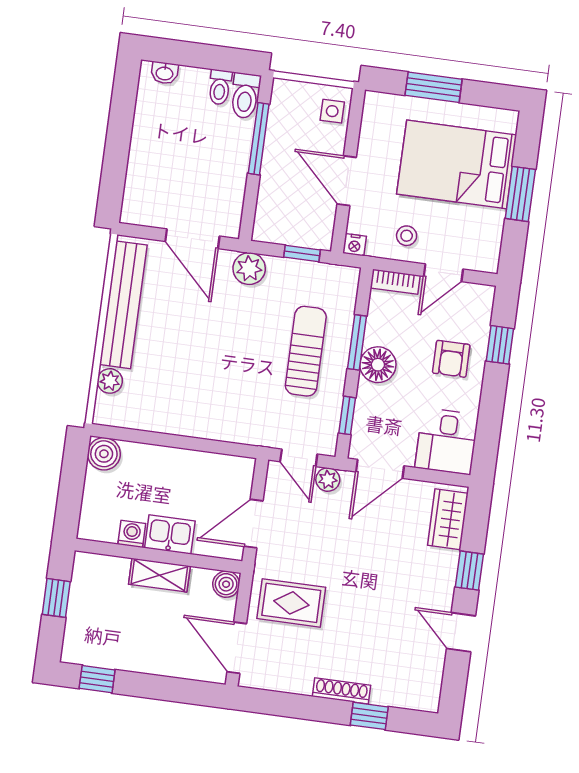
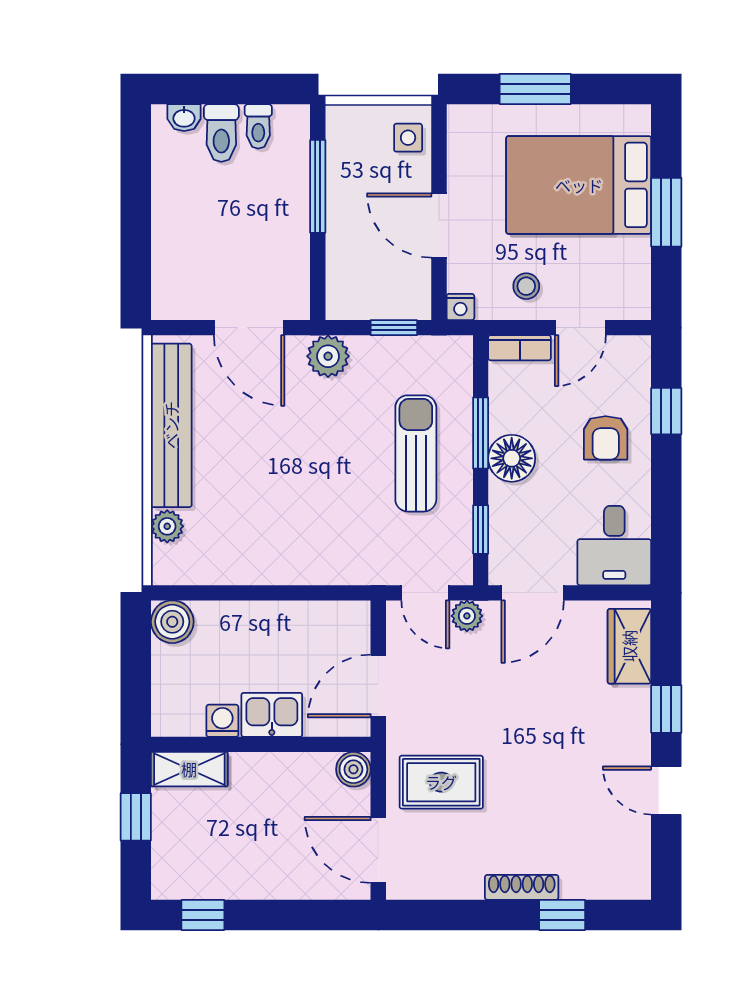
toilet: (245, 96) -> (221, 133), moved
shelving: (159, 575) -> (189, 769), moved

